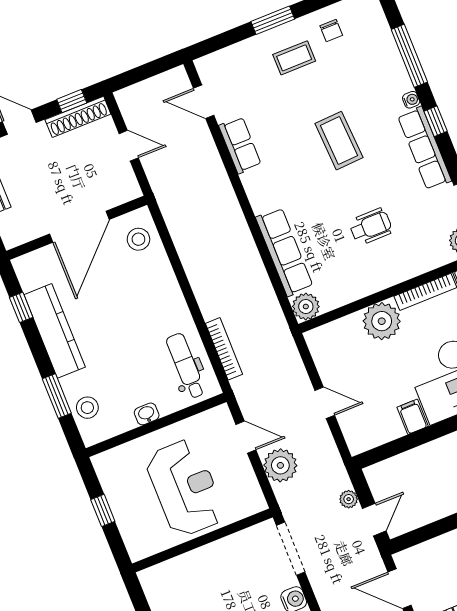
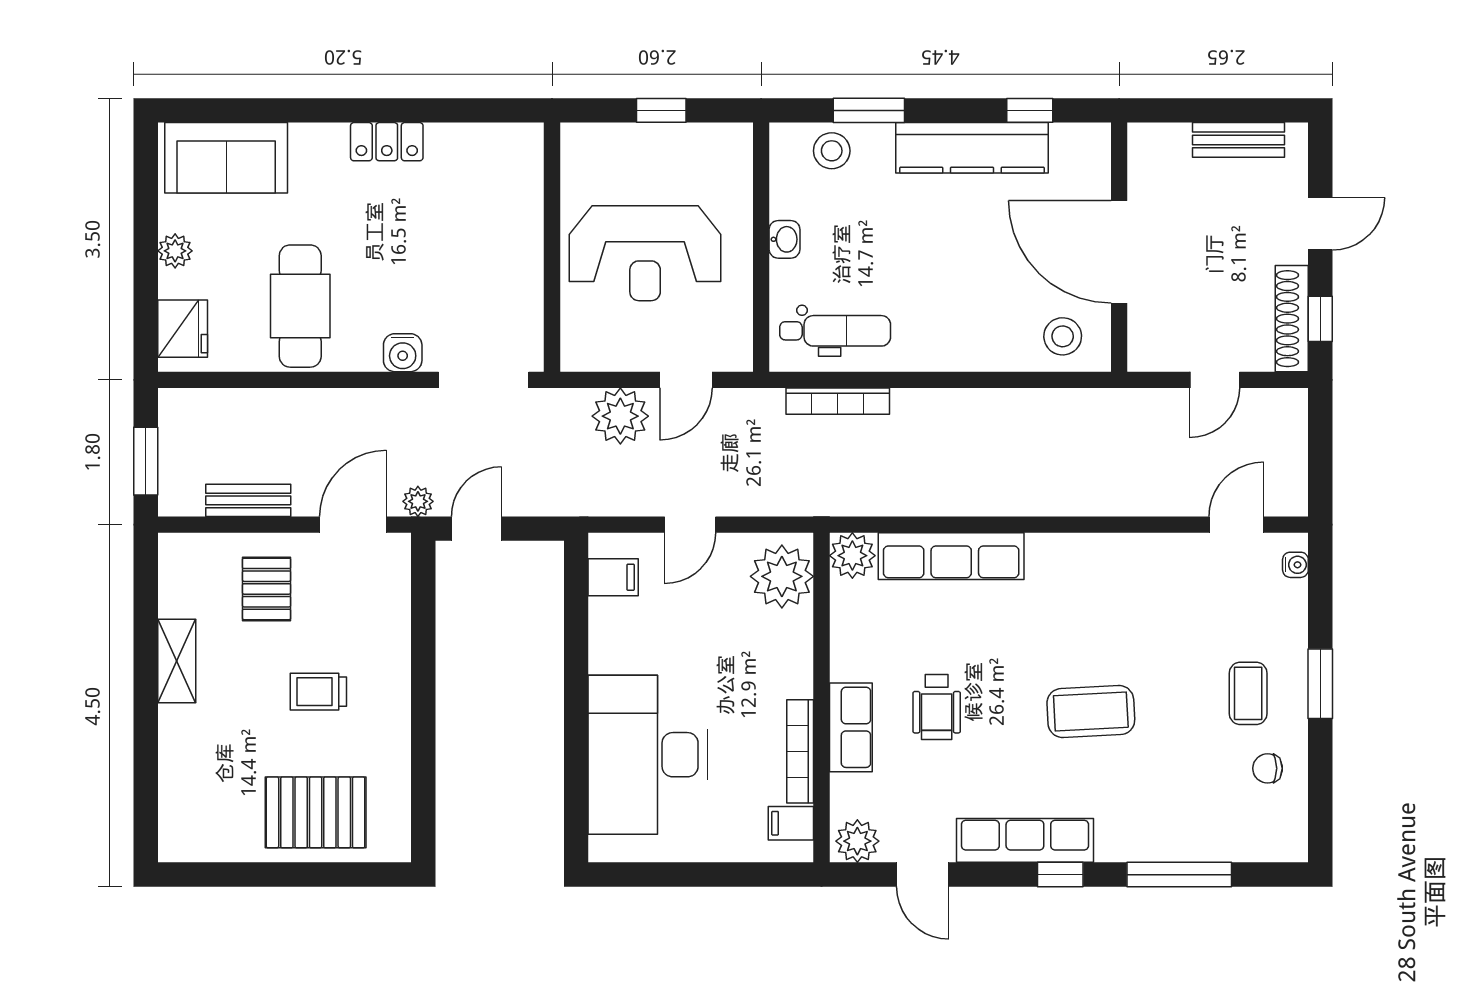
water cooler: (411, 100) -> (1295, 565), moved, turned -90
row of seats: (240, 145) -> (851, 727), moved, turned -90
plant: (382, 321) -> (782, 576), moved
filing cabinet: (413, 417) -> (613, 577), moved
plant: (349, 499) -> (418, 501), moved
door: (374, 520) -> (477, 529), swing flipped

